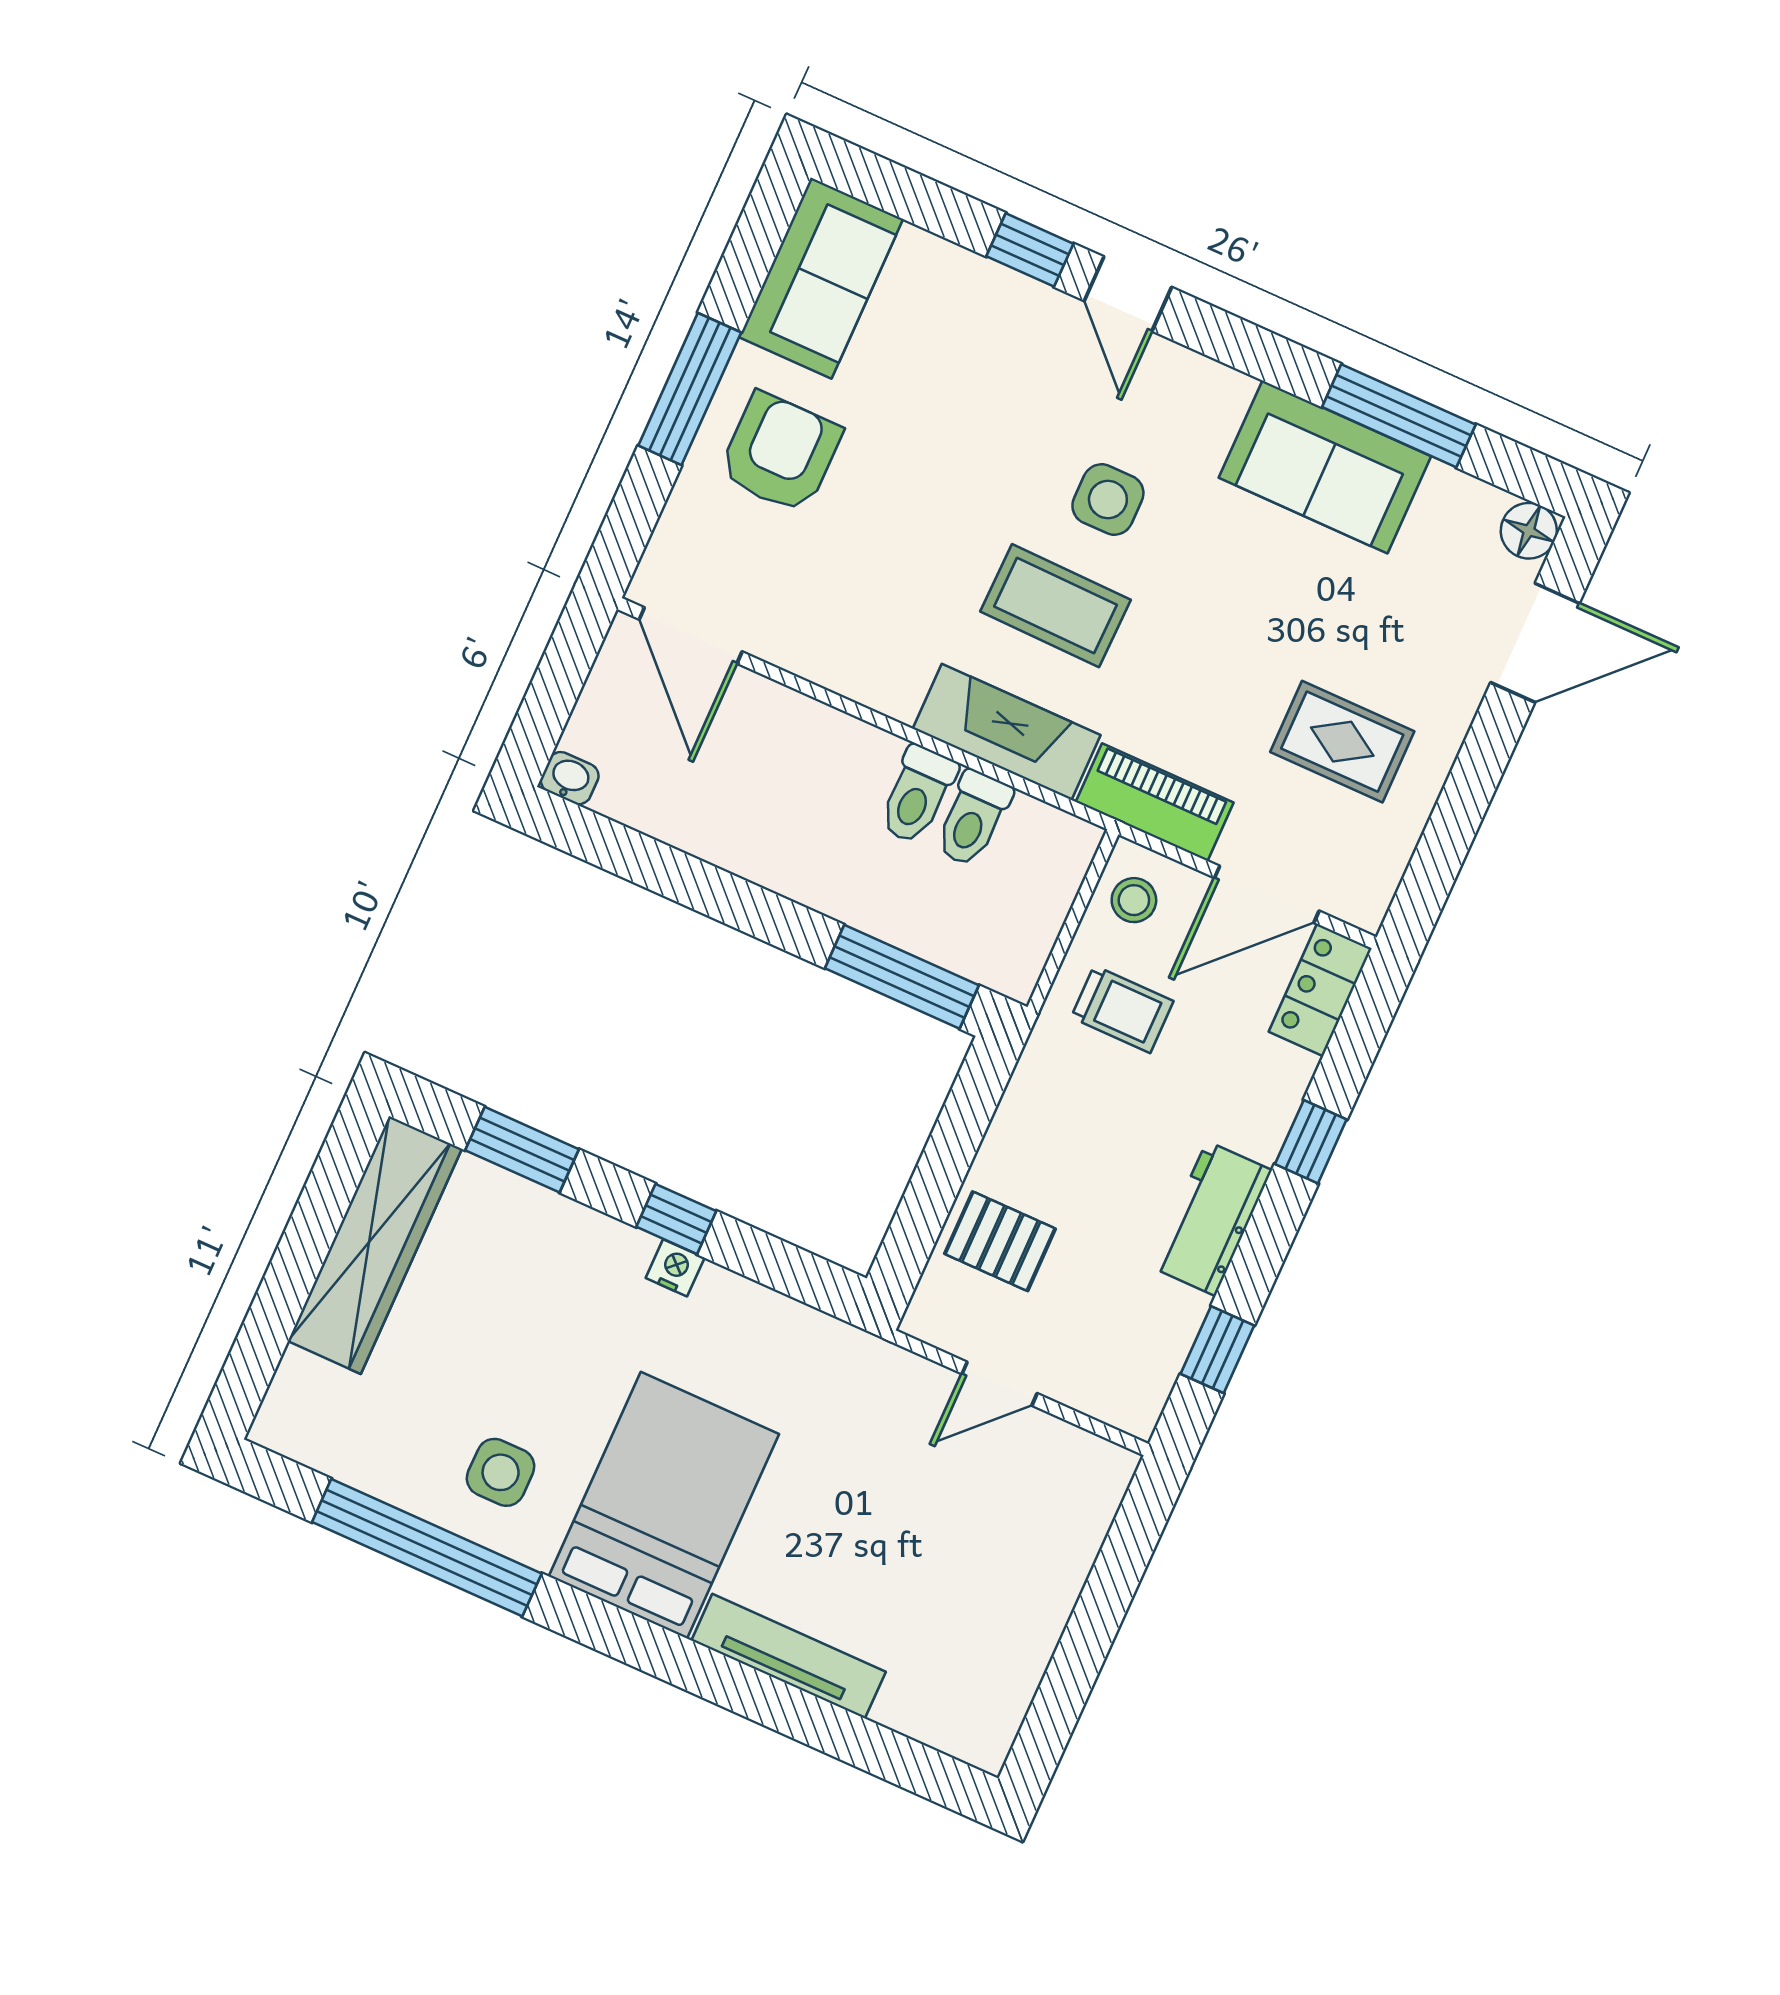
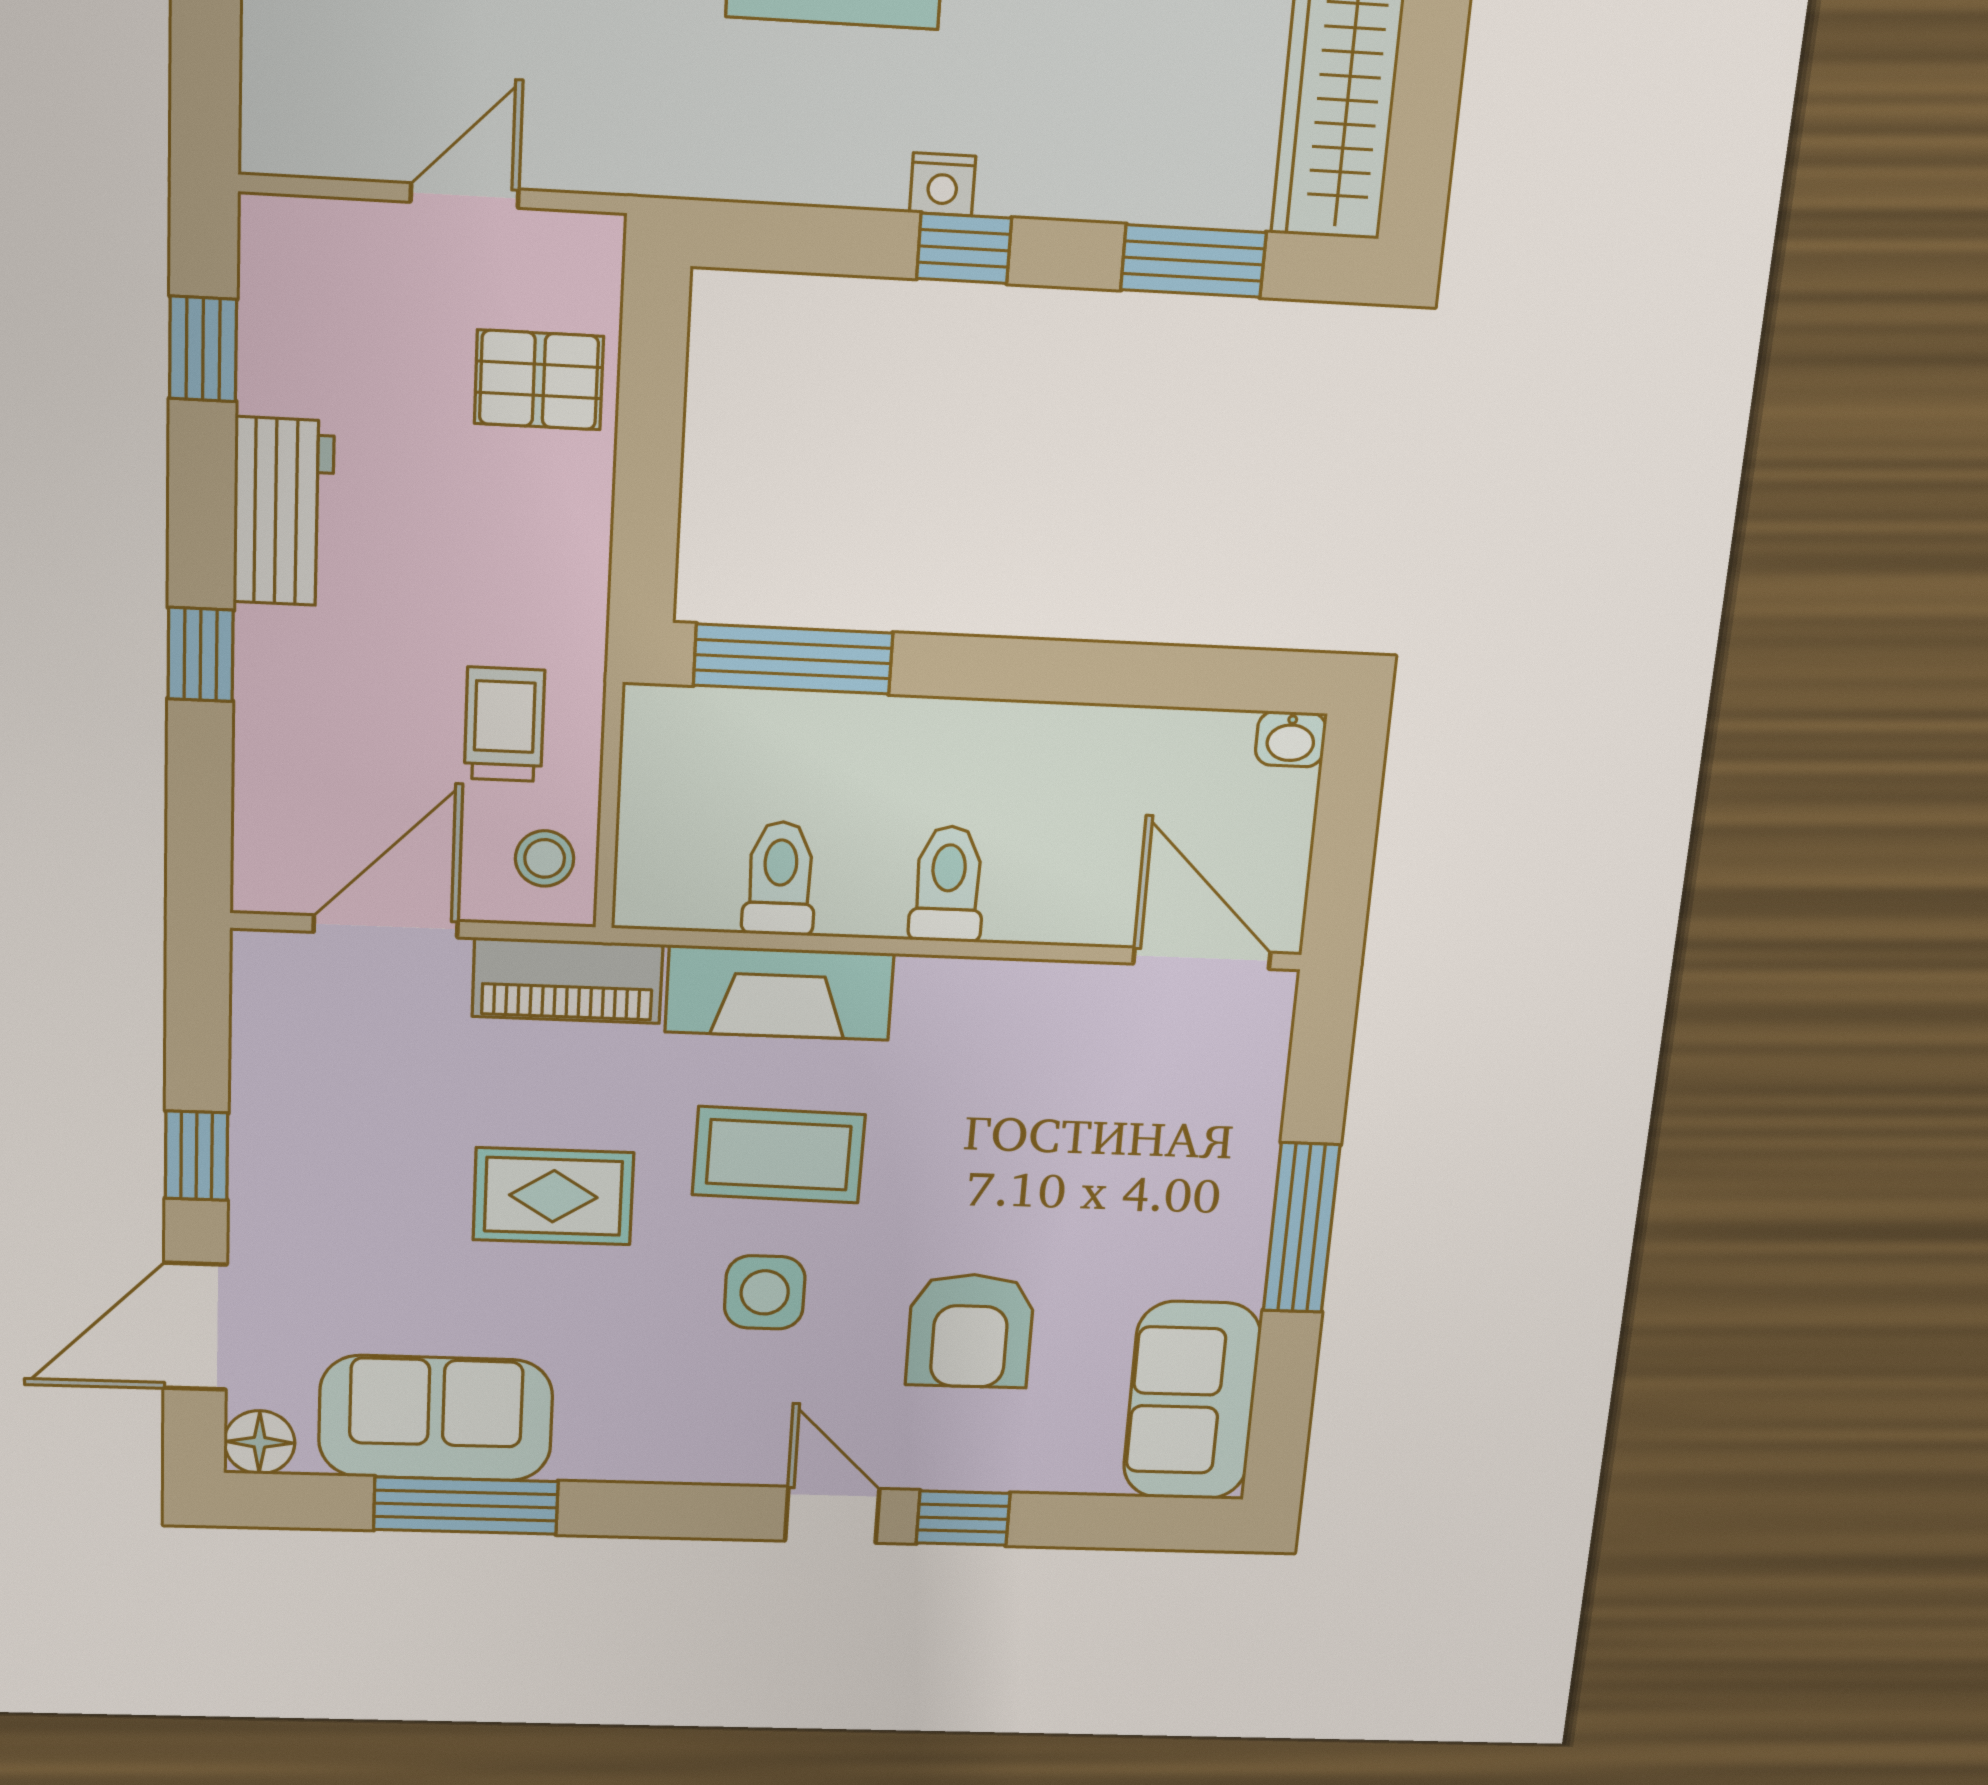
armchair: (780, 453) -> (970, 1331), moved
sofa: (1325, 467) -> (436, 1418), moved
rug: (1342, 742) -> (553, 1196), moved
window: (1475, 775) -> (196, 1156), added
toilet: (917, 795) -> (948, 884), moved
locker: (1320, 990) -> (271, 840), removed
trolley: (1122, 1009) -> (504, 724), turned 90

